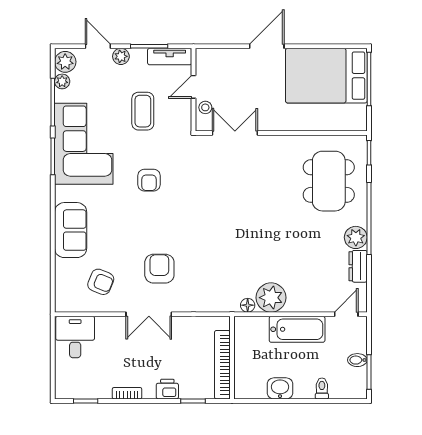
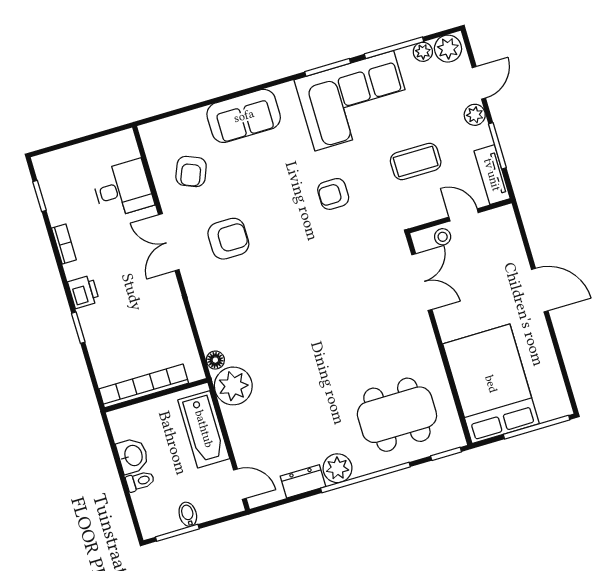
bed: (326, 76) -> (491, 384), moved
desk: (75, 337) -> (123, 189), moved
wall: (232, 358) -> (156, 395), moved
bookcase: (222, 365) -> (144, 386), moved
washbasin: (280, 388) -> (133, 456), moved

